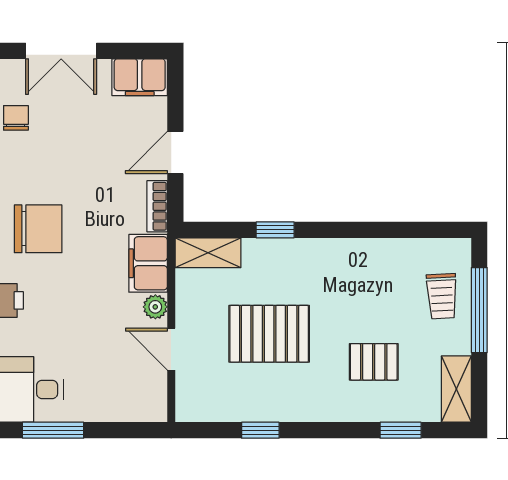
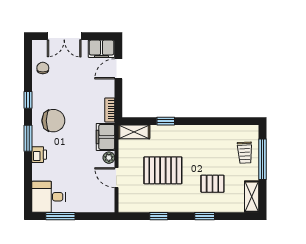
door: (175, 152) -> (118, 69), moved
window: (401, 430) -> (205, 216), moved

